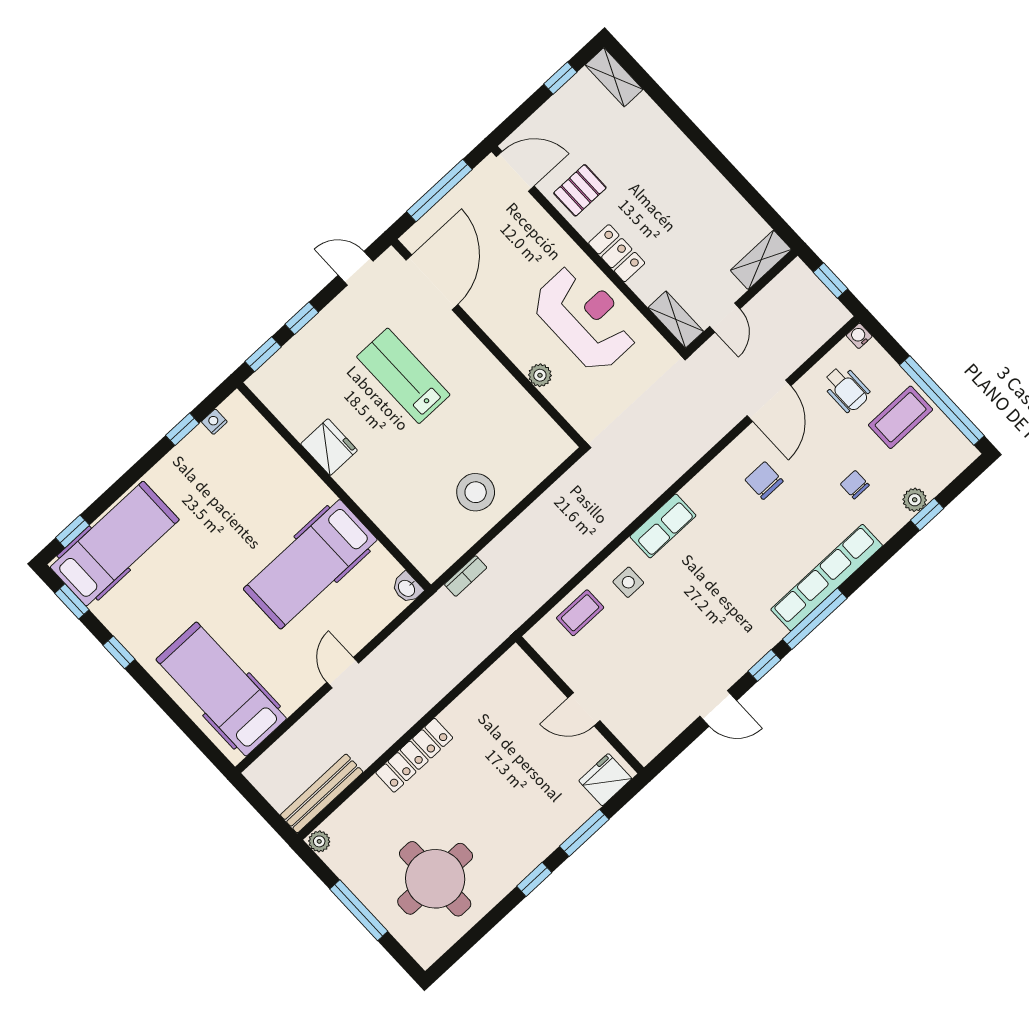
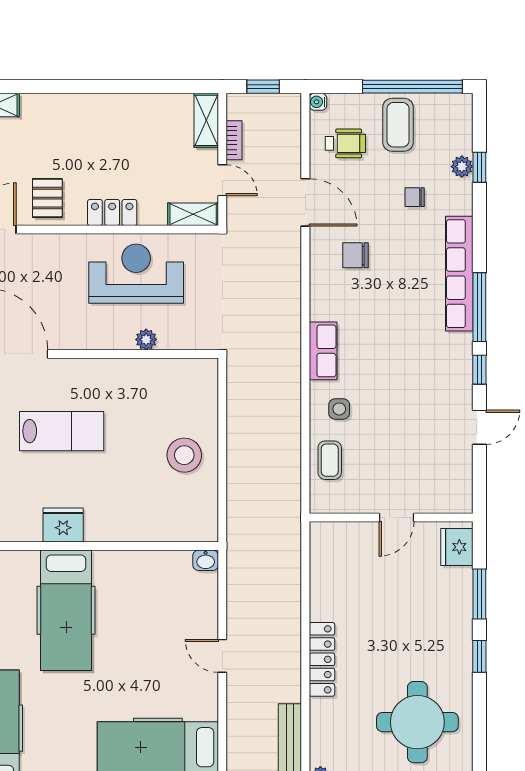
lab bench: (403, 376) -> (62, 431), turned 180
hospital bed: (310, 564) -> (66, 610), moved
bookcase: (466, 576) -> (234, 140), moved

